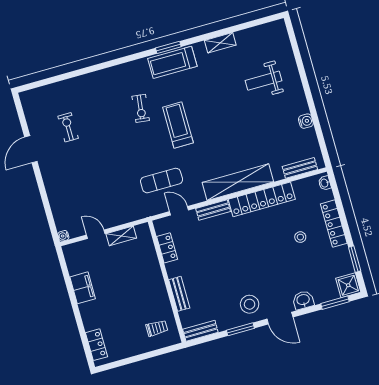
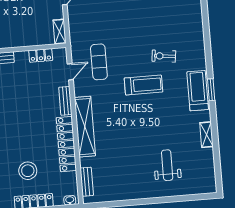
water cooler: (306, 121) -> (126, 195), removed
shelving: (121, 236) -> (59, 32), moved
stool: (300, 237) -> (28, 171), width x1.89, depth x1.89

